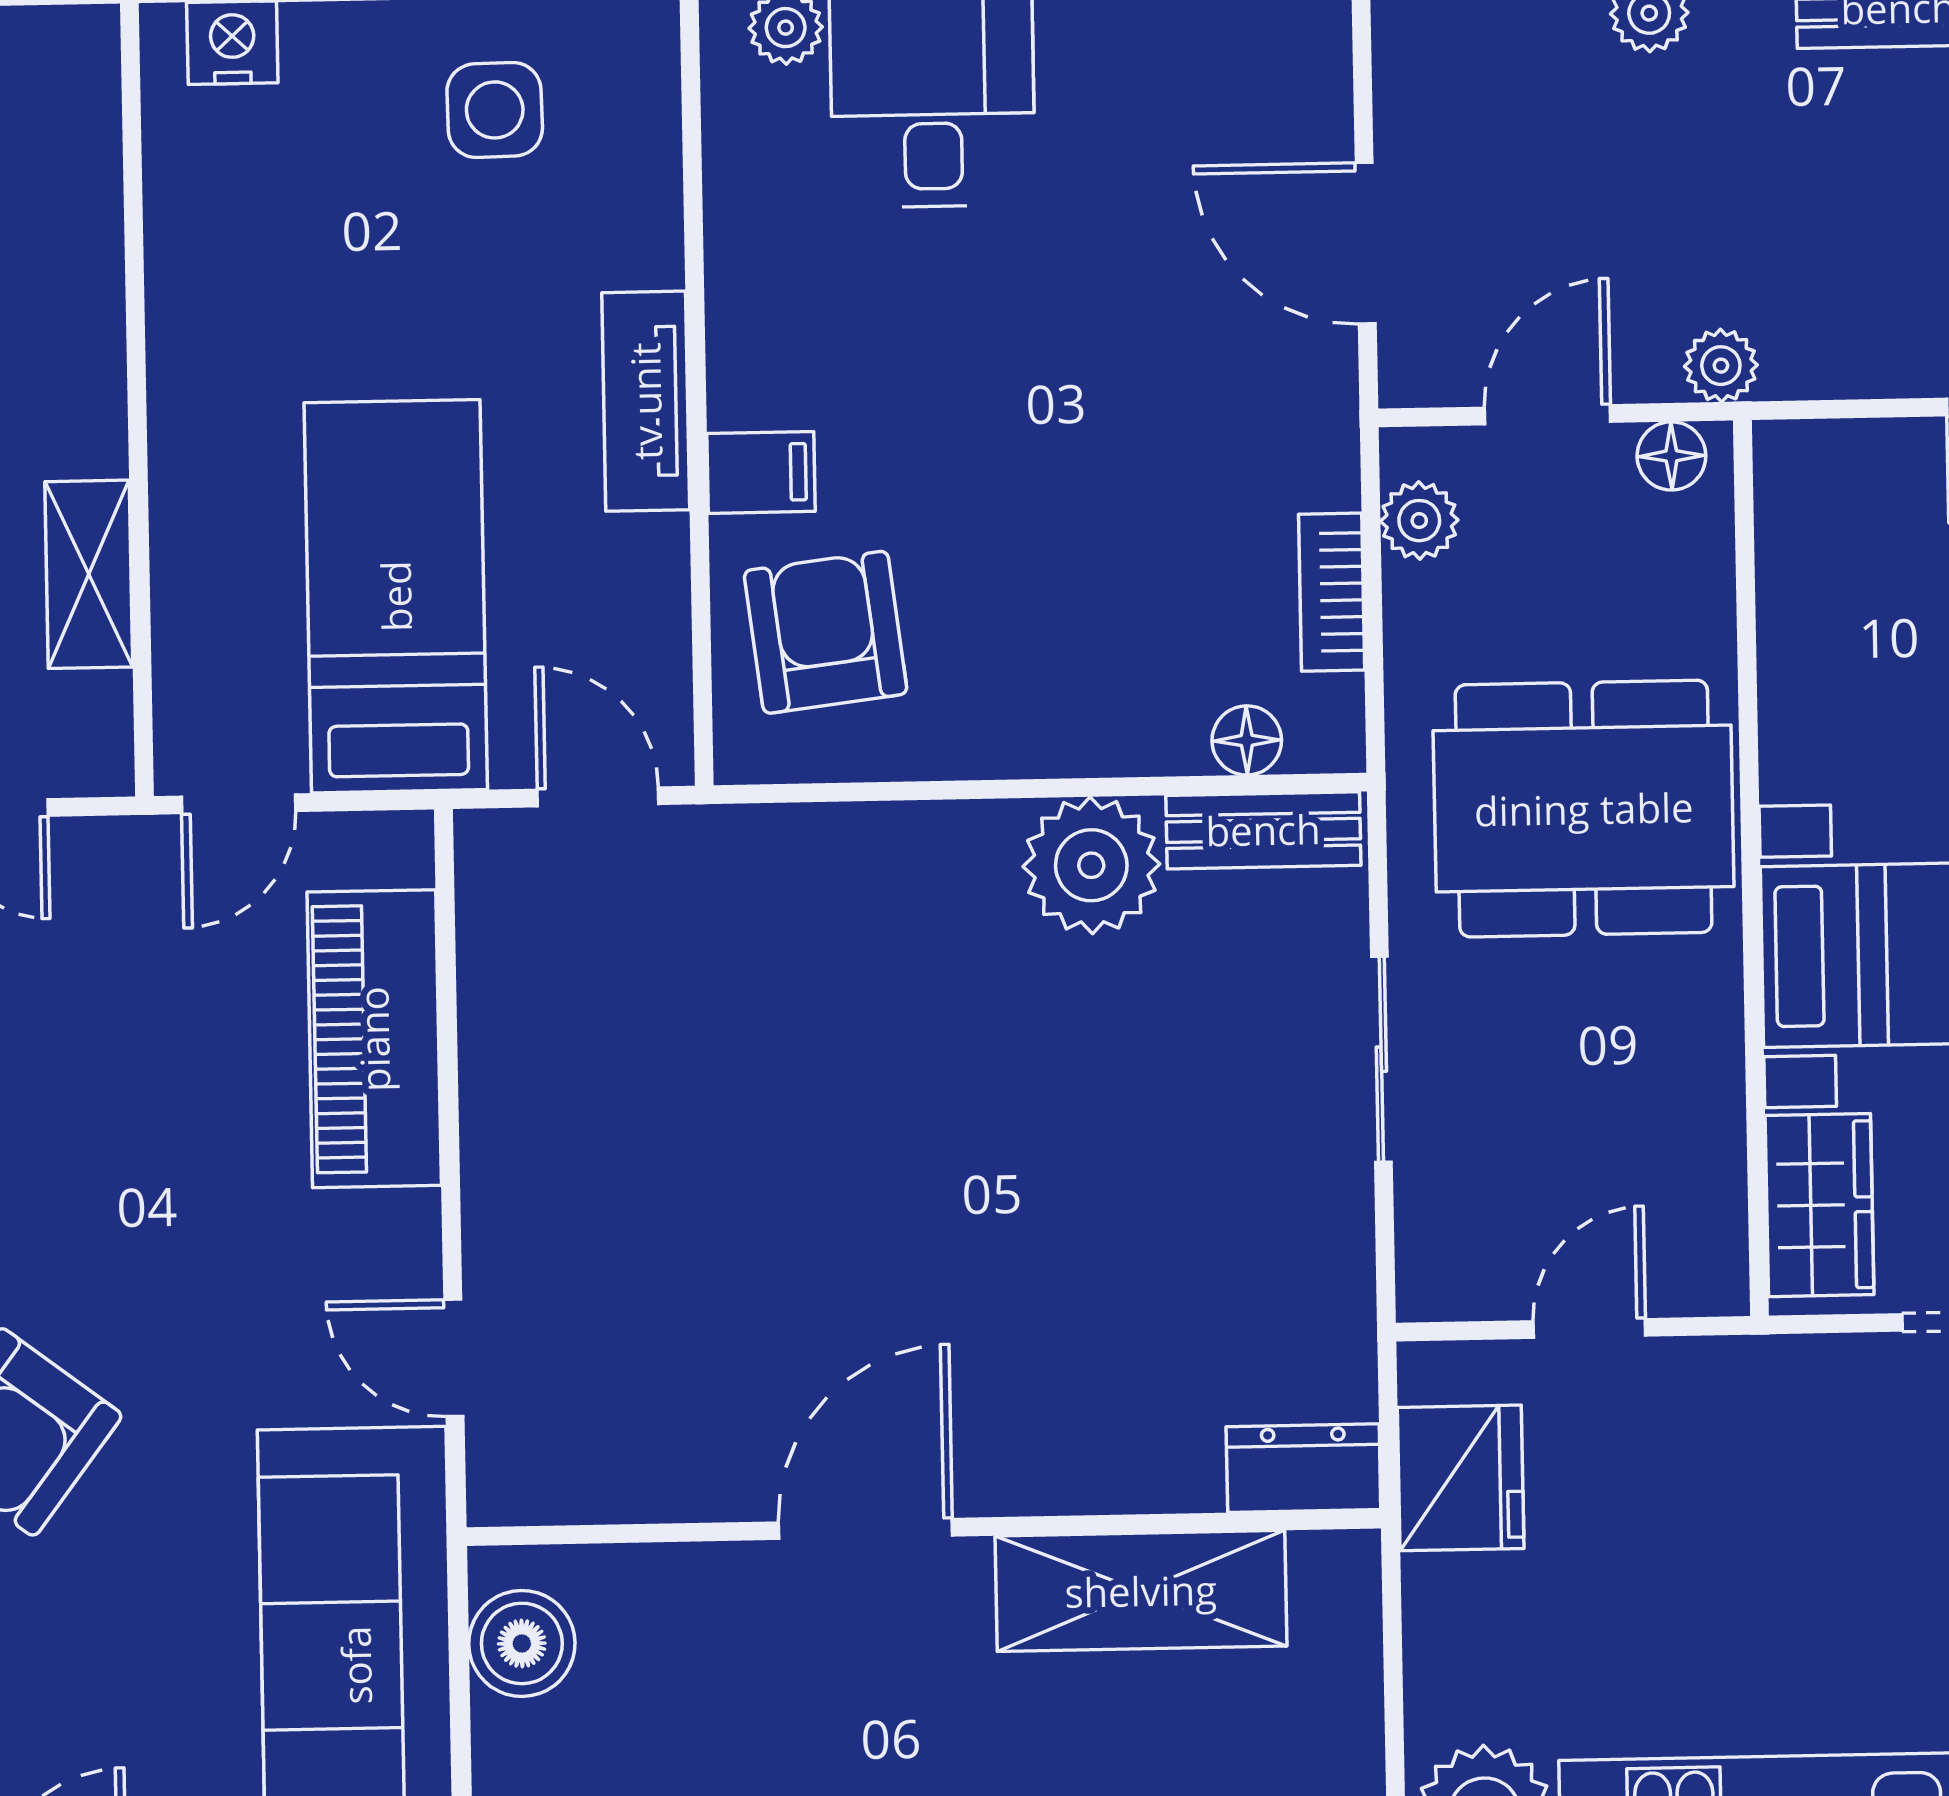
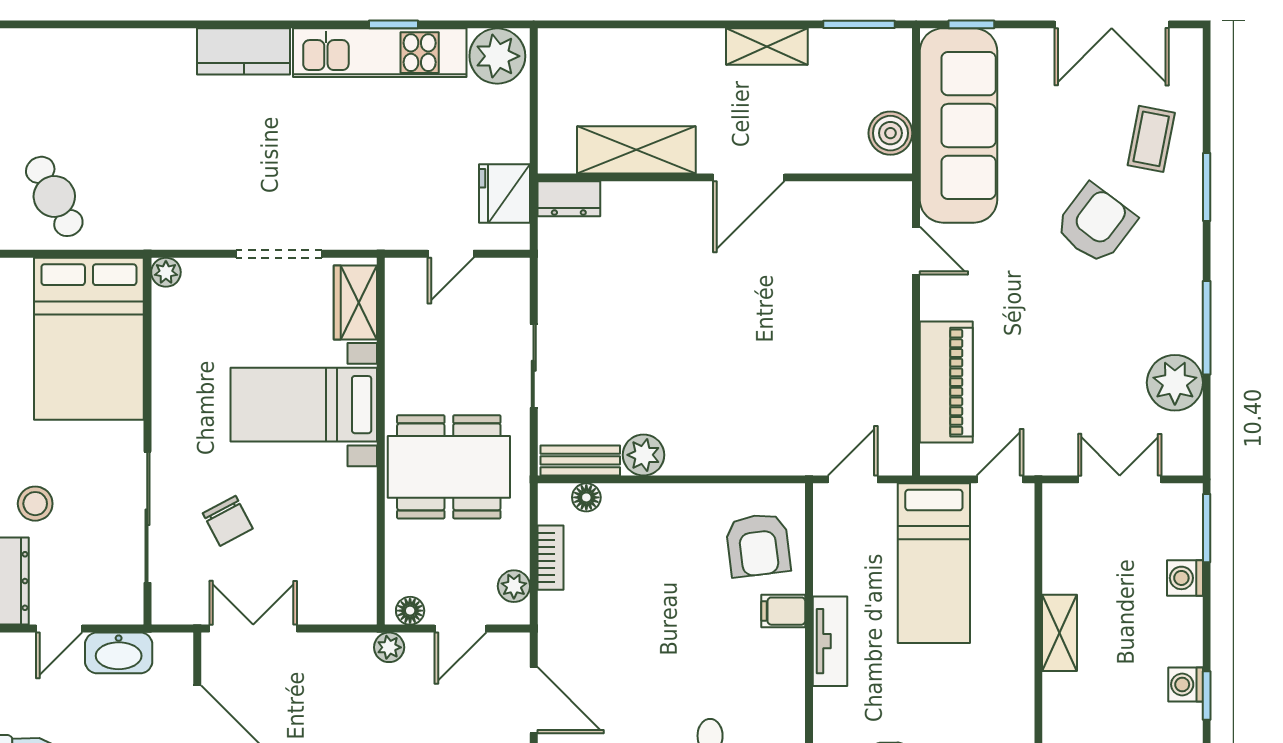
shelving: (89, 574) -> (1059, 633), moved
door: (598, 797) -> (853, 479), swing flipped
plant: (1091, 865) -> (644, 455), width x0.73, depth x0.73

